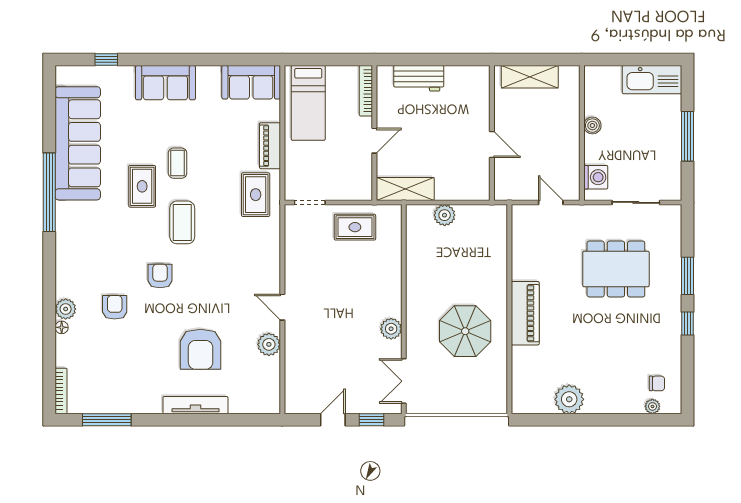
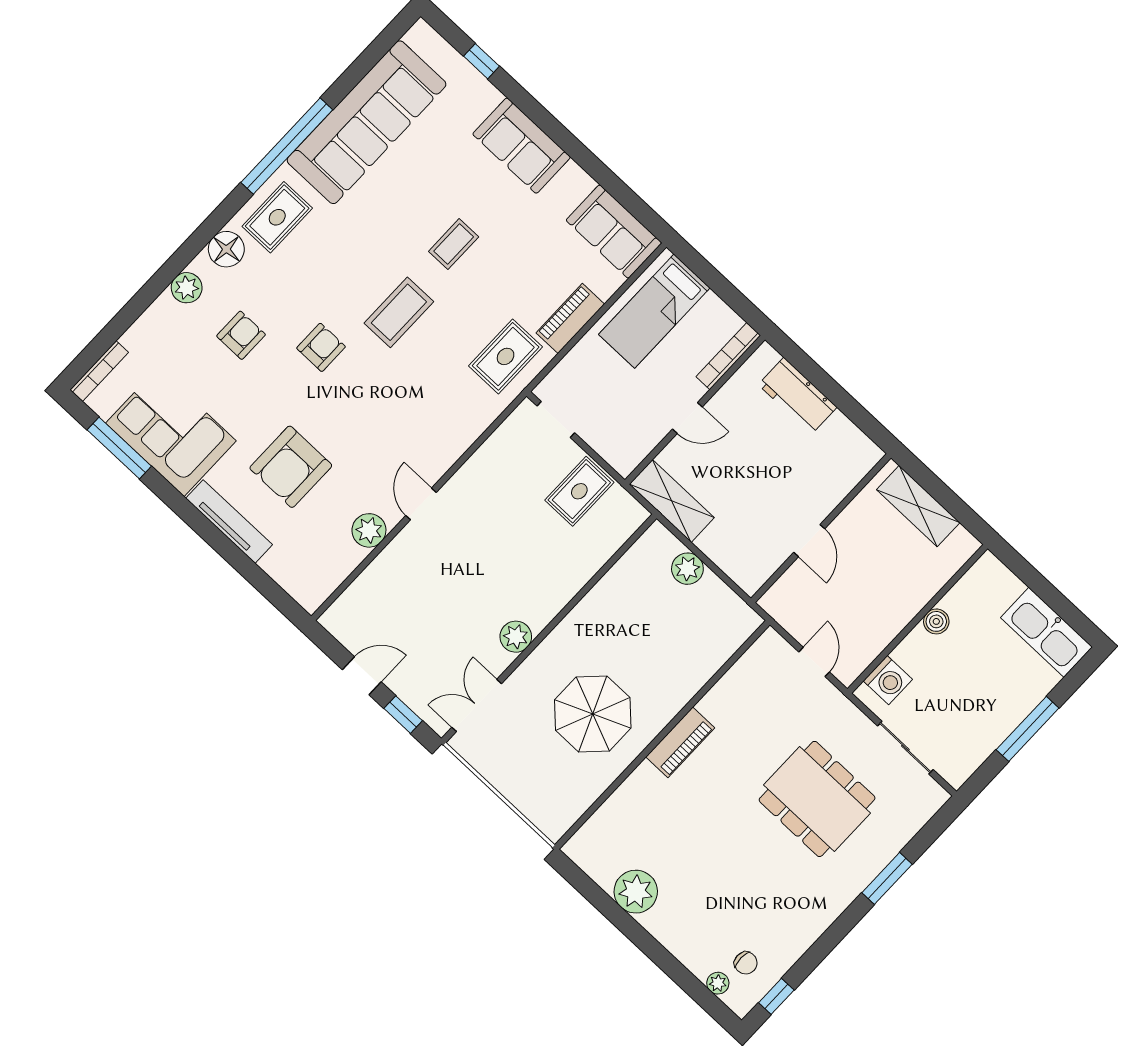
rug: (142, 186) -> (277, 217), moved
rug: (355, 227) -> (579, 491), turned 90
piano: (525, 313) -> (680, 742), width x0.73, depth x0.75
window: (688, 323) -> (776, 996), moved
floor lamp: (62, 327) -> (226, 249), moved, width x1.89, depth x1.89
corner sofa: (125, 388) -> (171, 432), added

